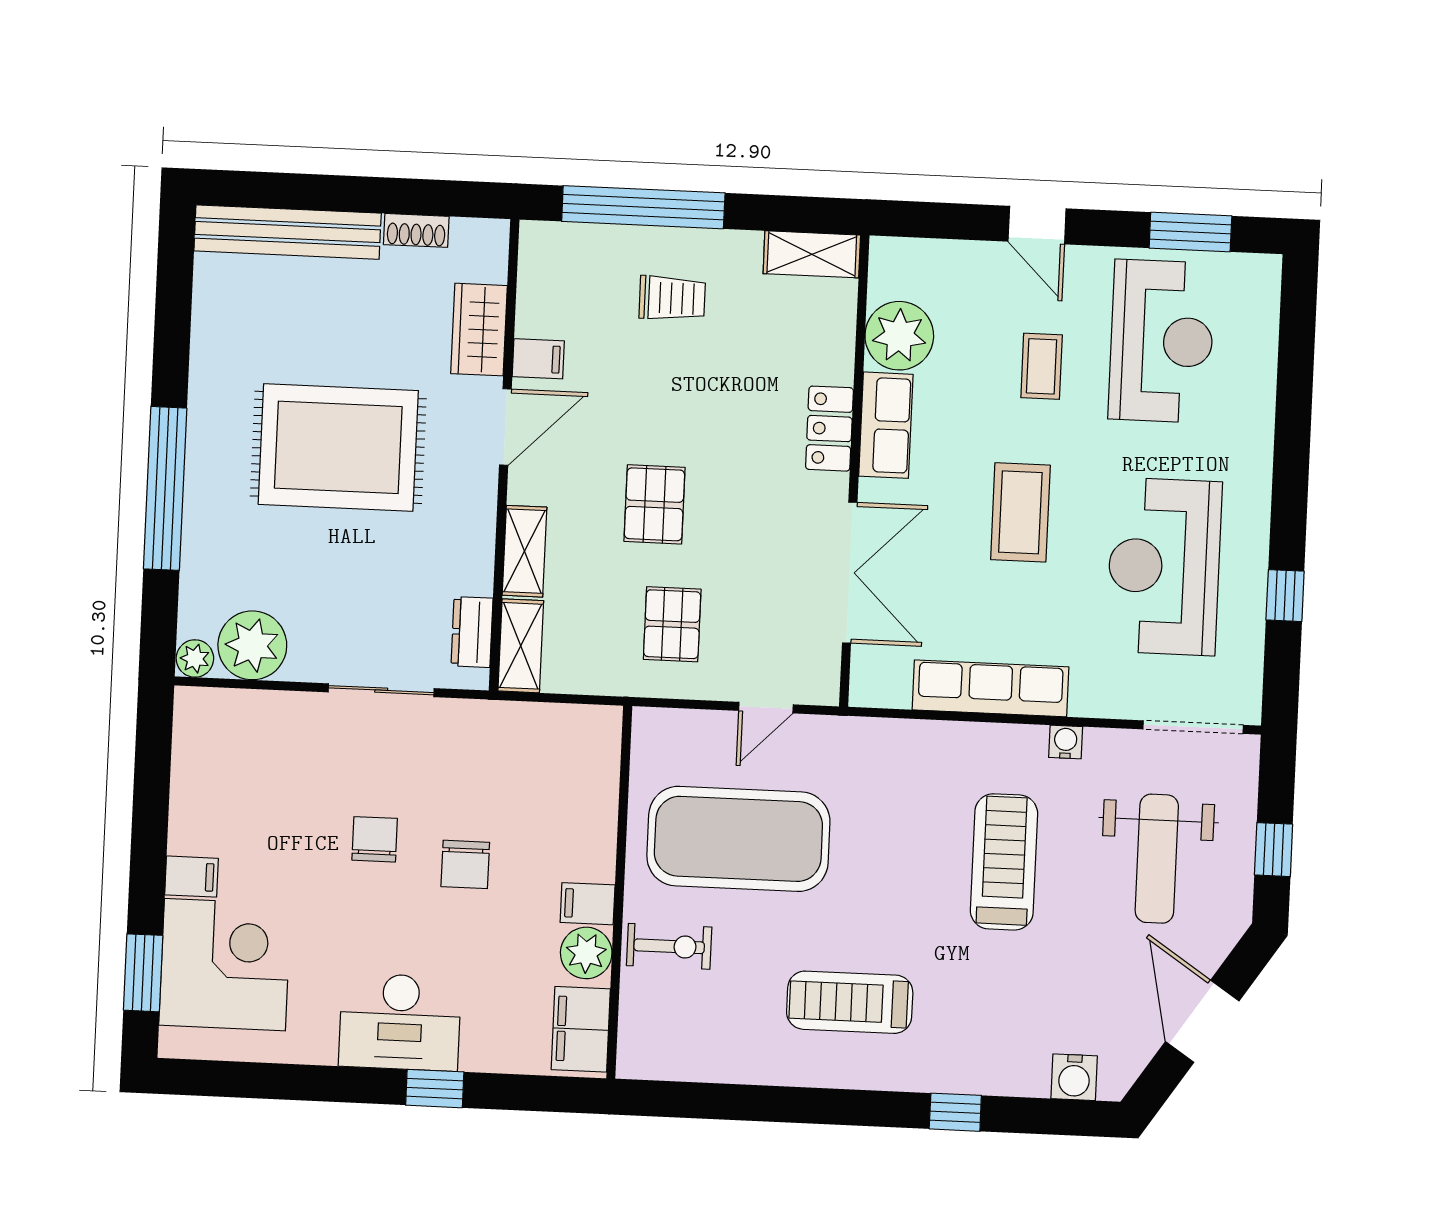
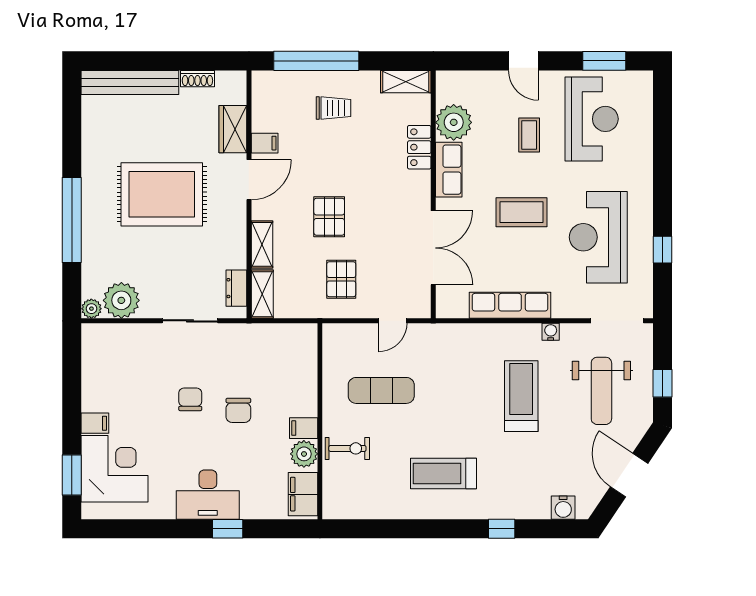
locker: (829, 429) -> (419, 147), moved
coffee table: (1020, 512) -> (522, 212), turned 90
exercise mat: (738, 839) -> (381, 390), width x0.50, depth x0.69

